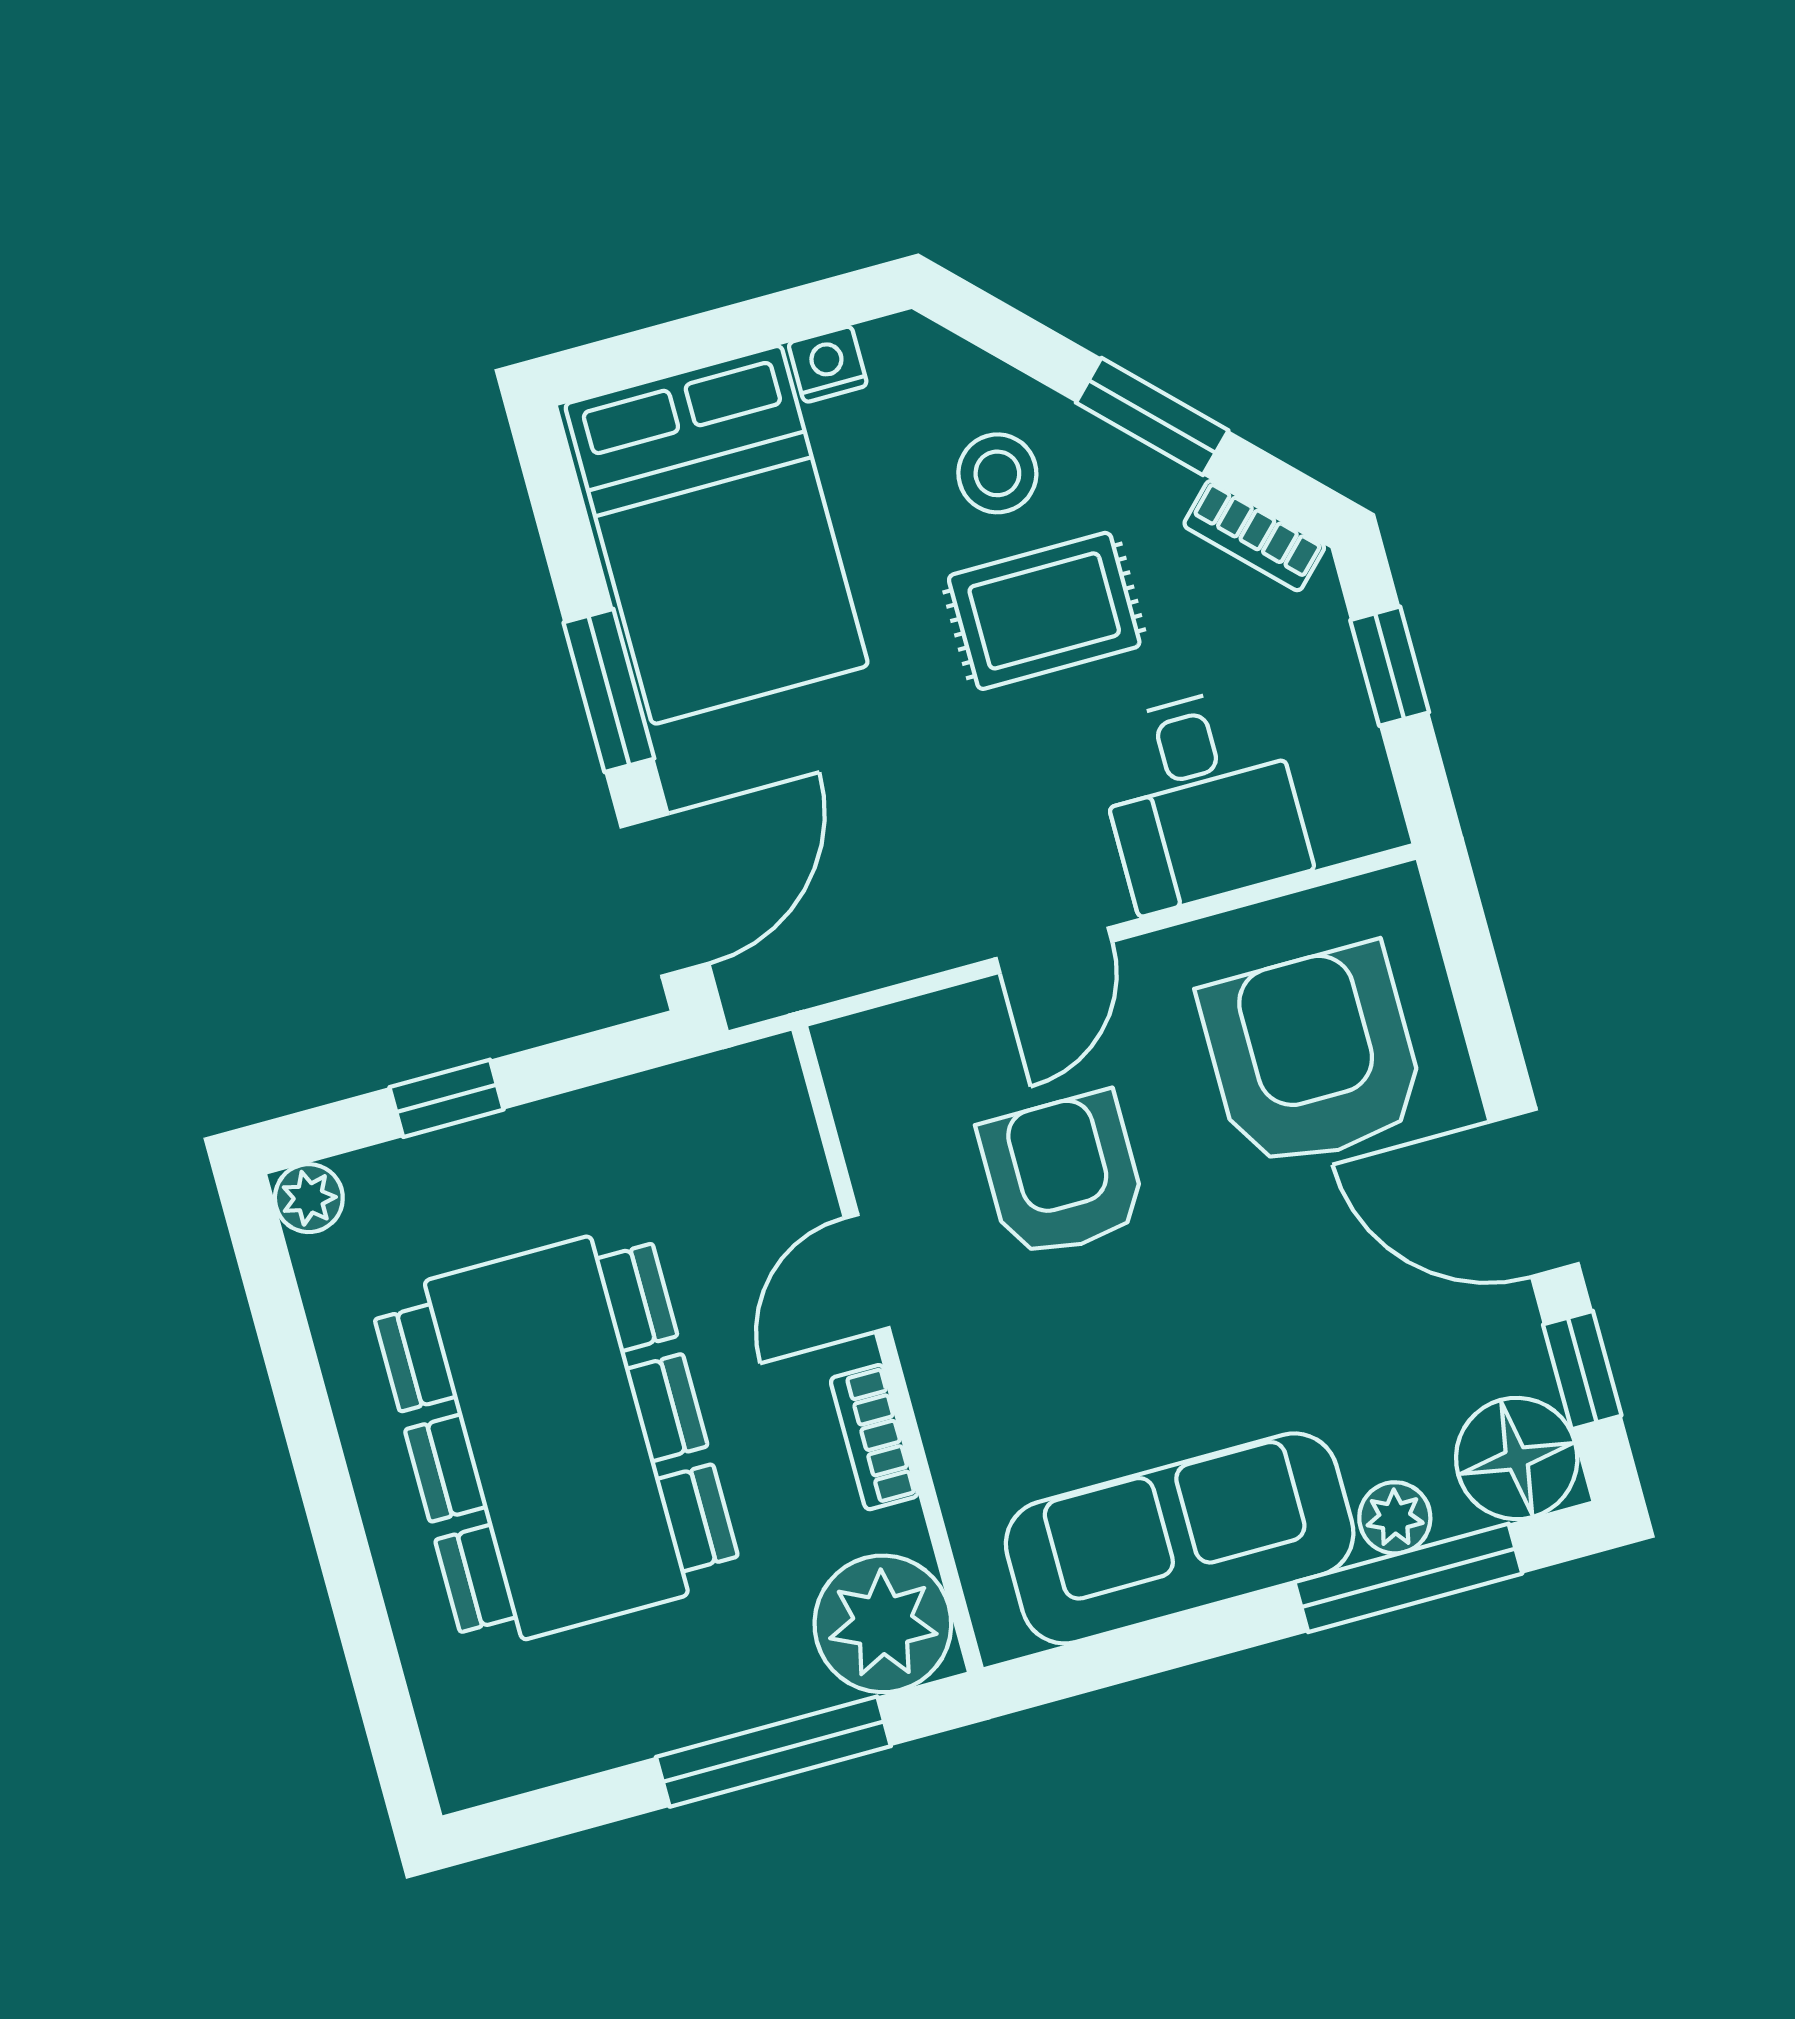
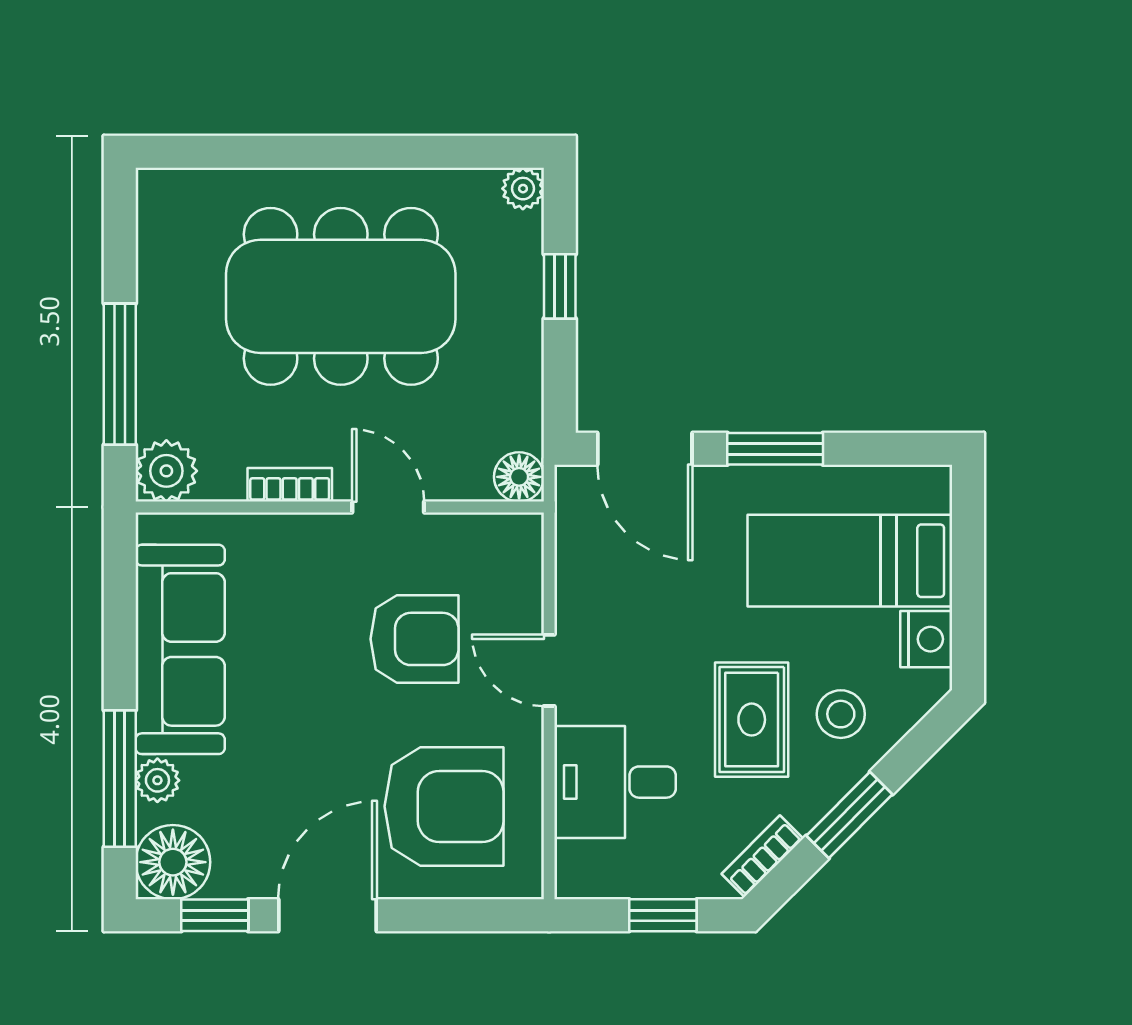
nightstand: (828, 364) -> (926, 639), width x1.39, depth x1.35
bed: (717, 535) -> (850, 561), width x0.67
floor lamp: (763, 1080) -> (519, 477), added
plant: (883, 1624) -> (166, 471), width x0.73, depth x0.73

